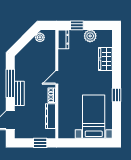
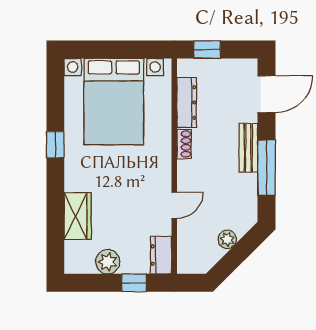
plant: (40, 37) -> (227, 239), moved
door: (57, 78) -> (174, 205), moved
bed with nightstands: (94, 117) -> (114, 102), width x1.36

